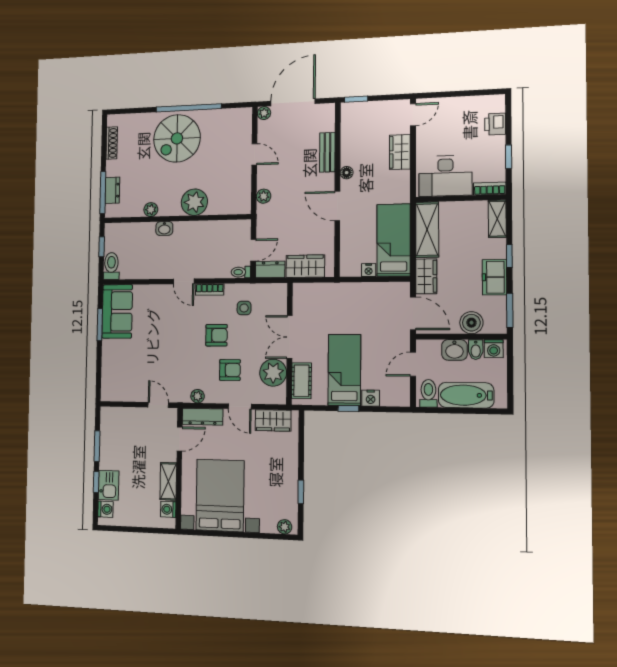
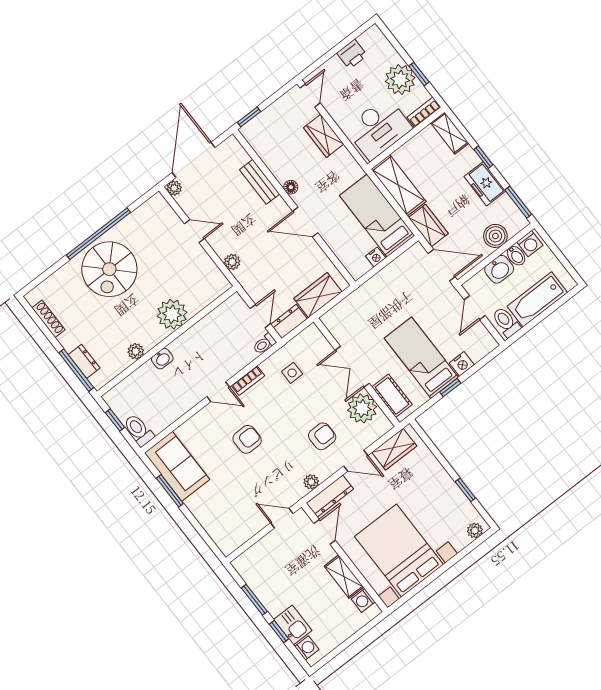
printer: (495, 124) -> (352, 54), moved, turned -90
plant: (491, 151) -> (400, 79), added
armchair: (216, 335) -> (247, 439), moved

